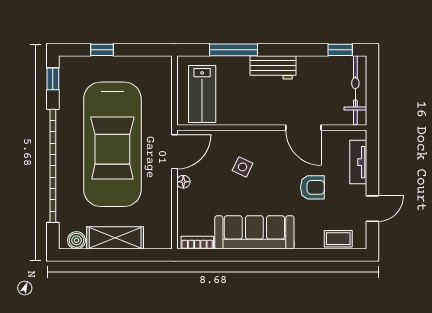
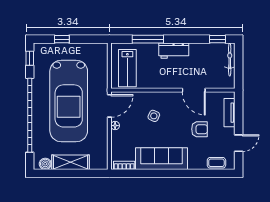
bicycle: (355, 90) -> (230, 60), width x0.73, depth x0.71

